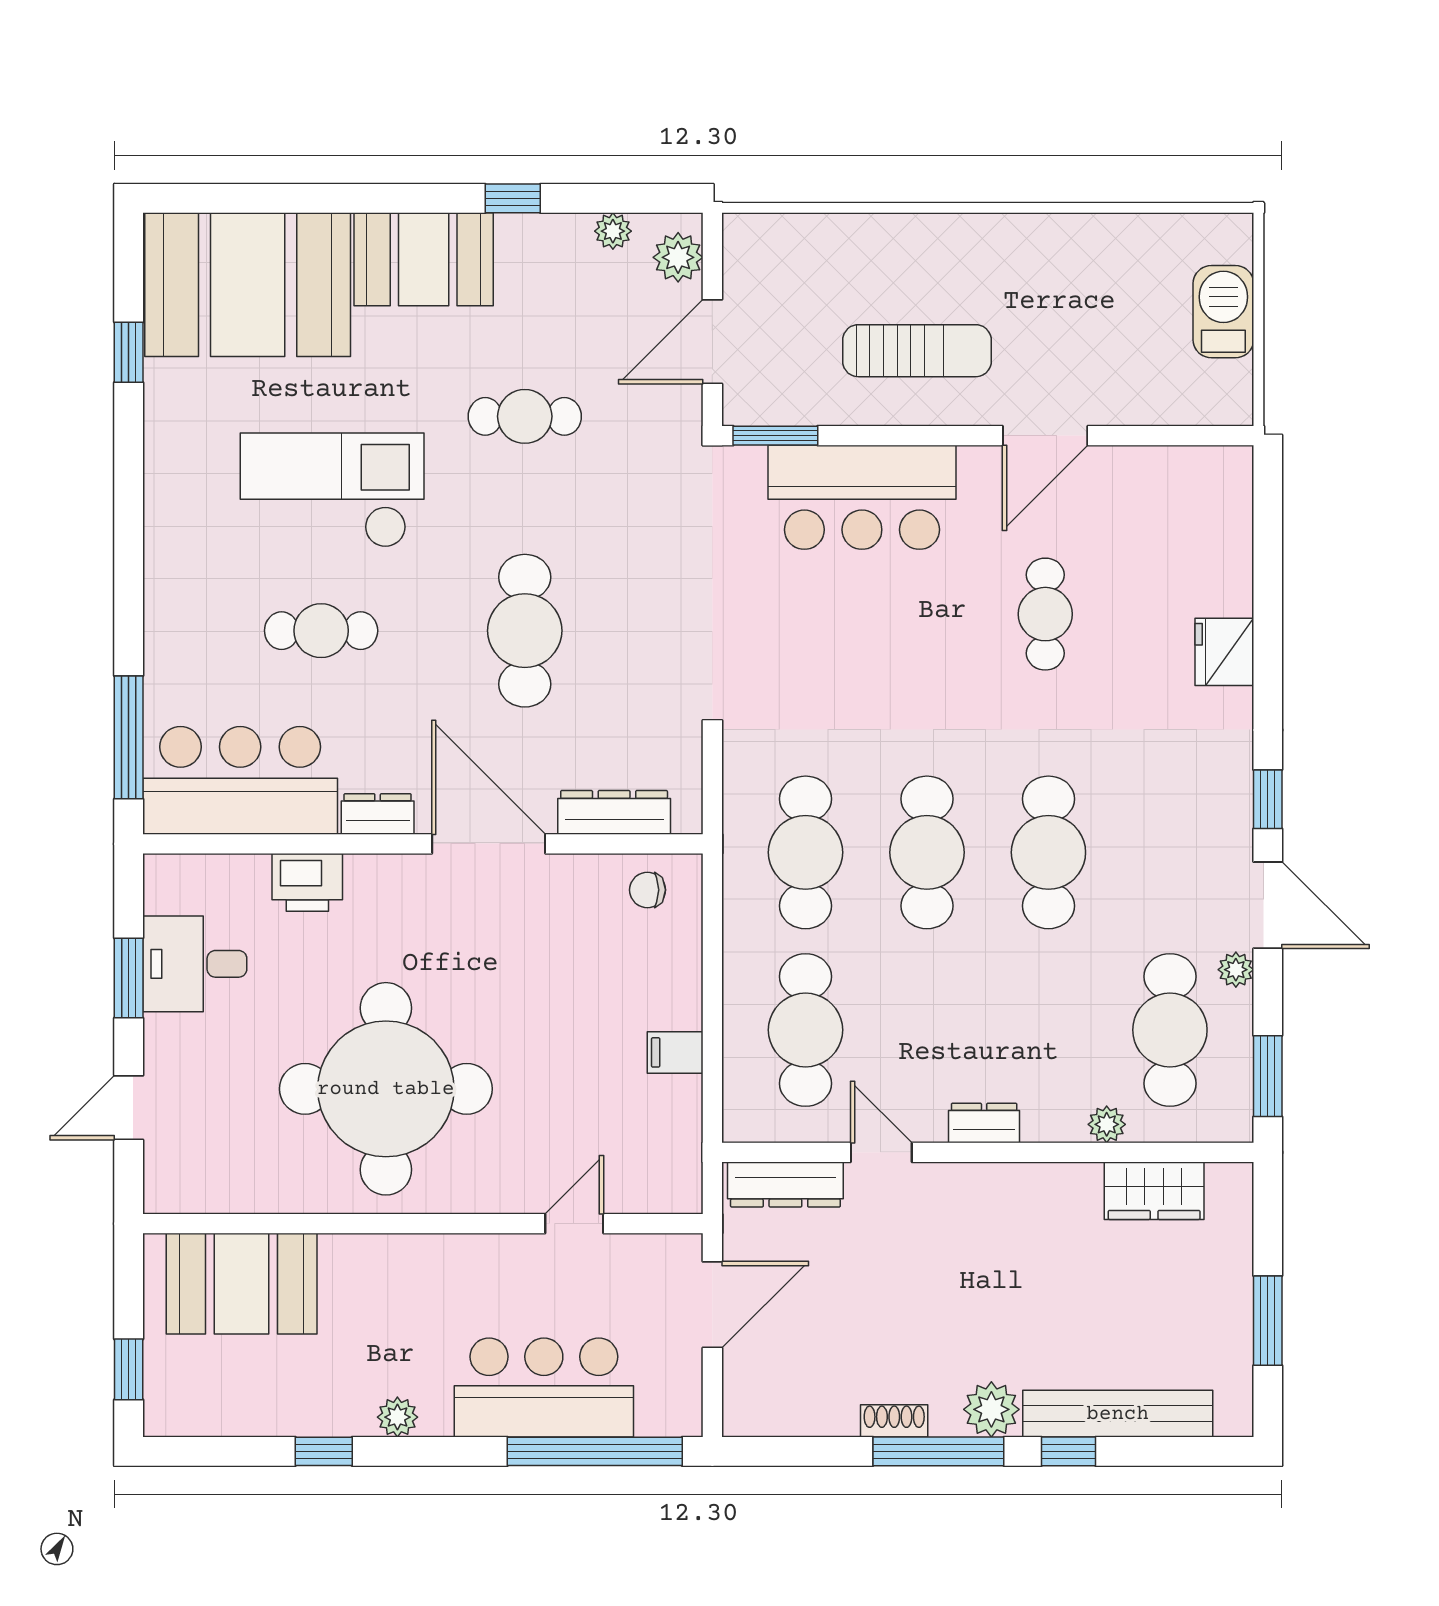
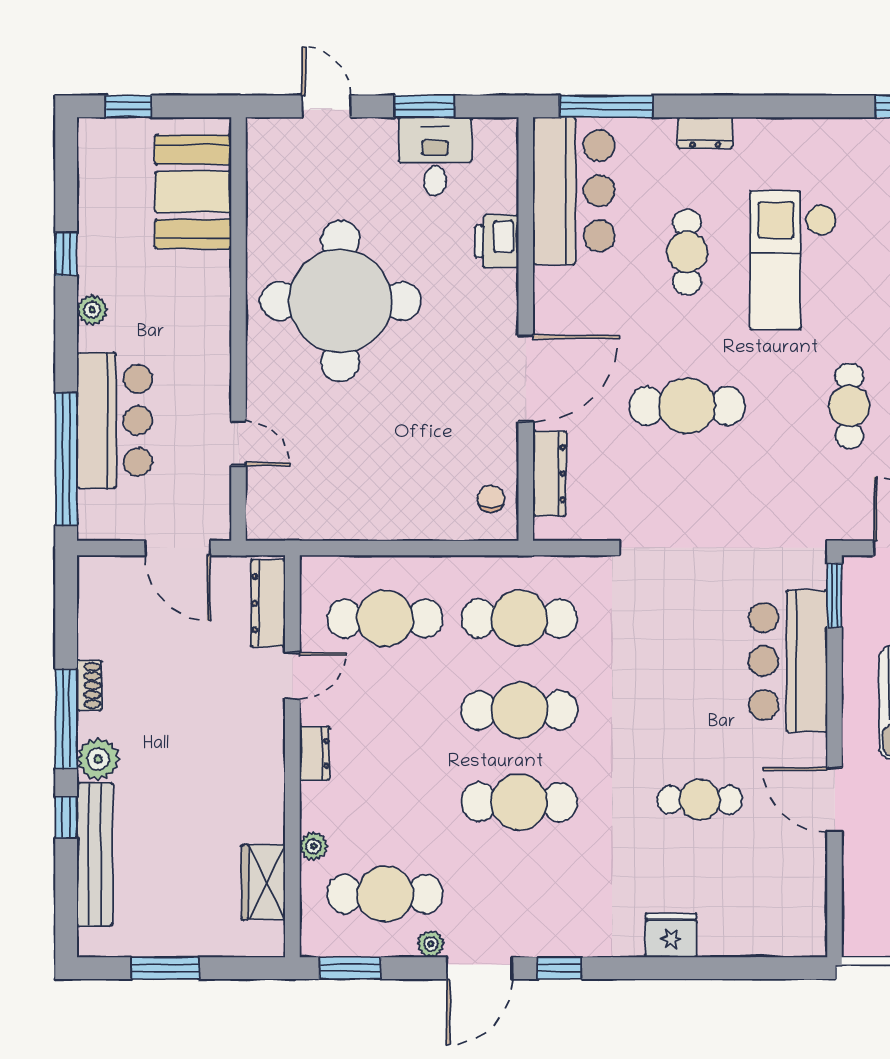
checkout: (332, 490) -> (793, 260), turned 180
dresser: (378, 814) -> (705, 133), moved, turned 90
filing cabinet: (675, 1052) -> (368, 520), removed

